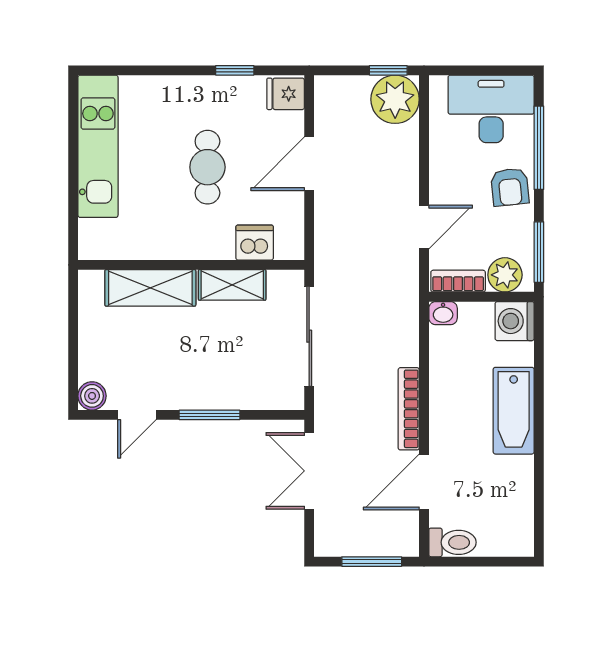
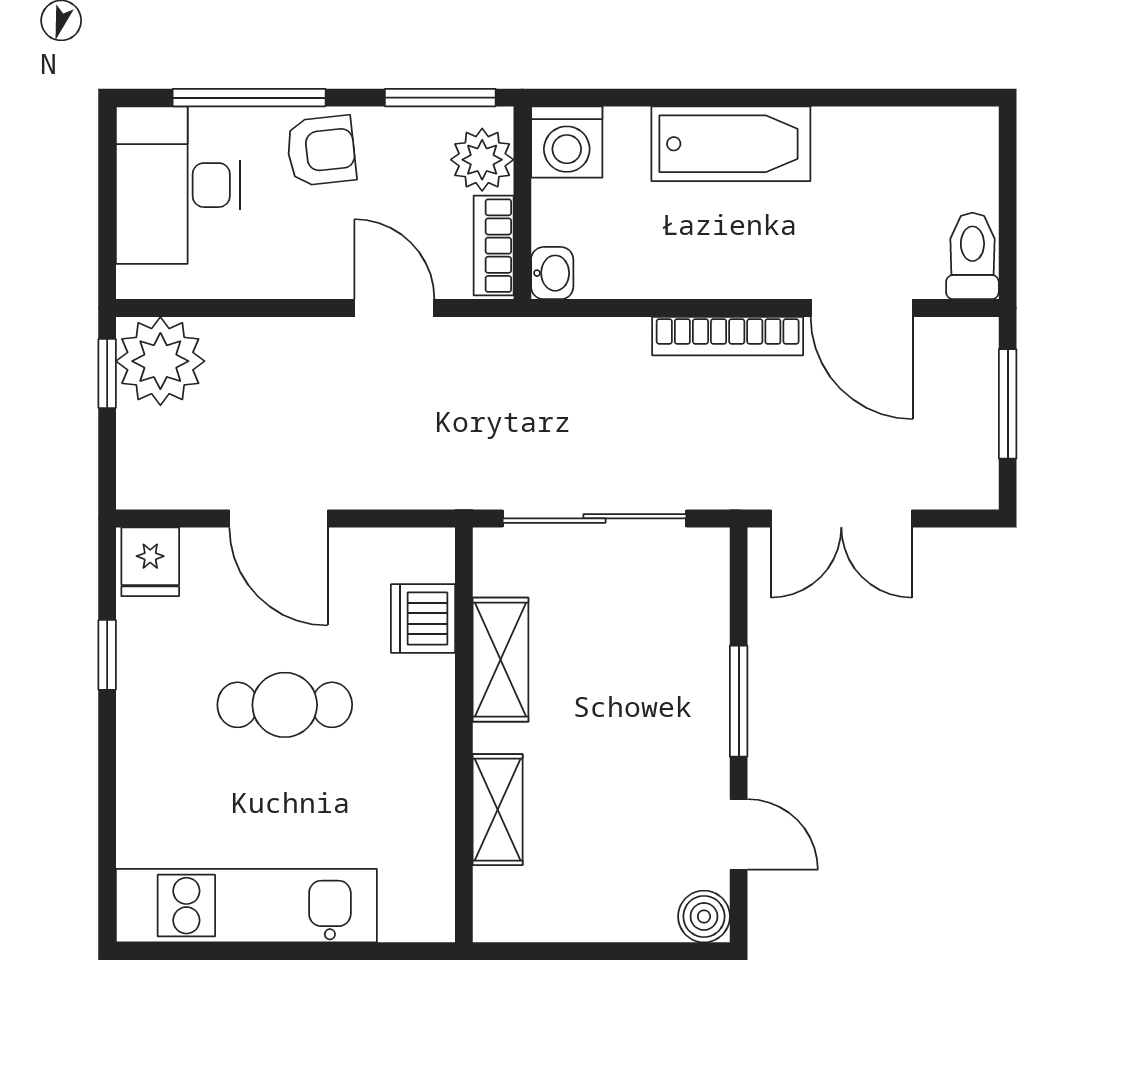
shelving: (150, 288) -> (498, 810), width x0.67, depth x0.75

